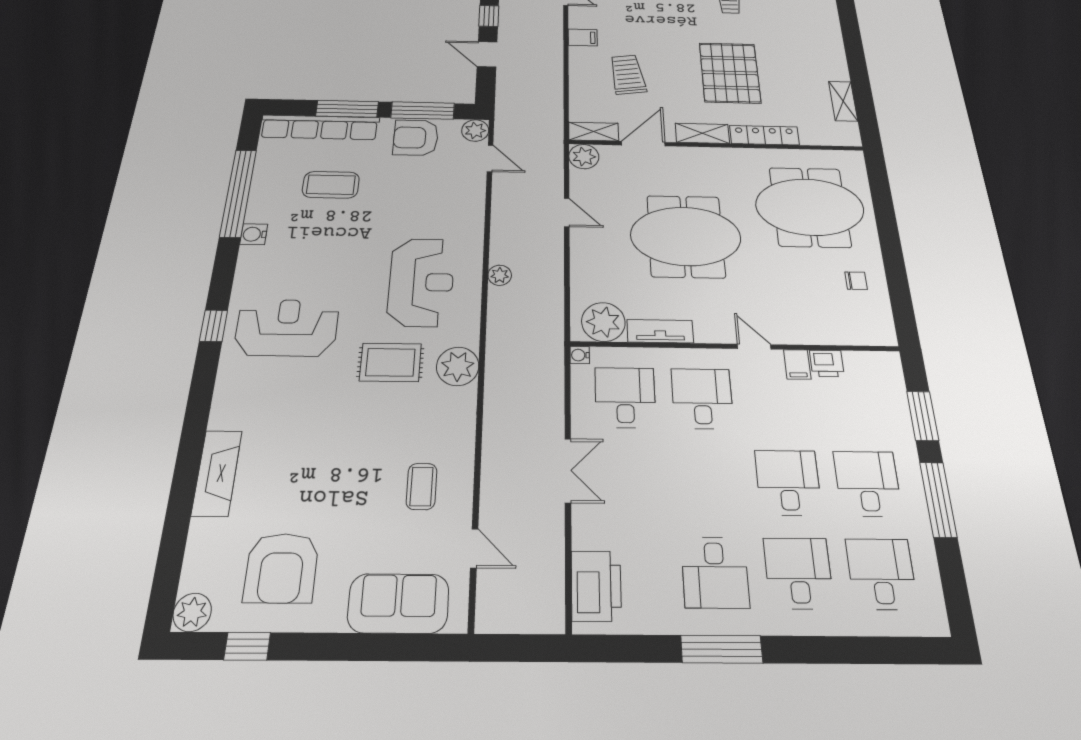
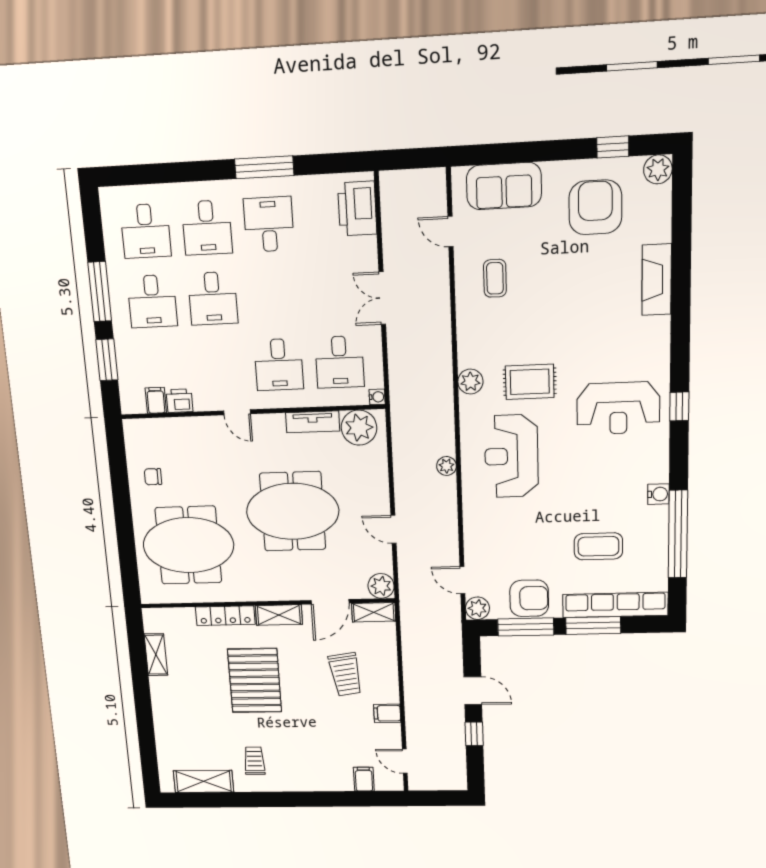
filing cabinet: (797, 364) -> (156, 400), moved
plant: (458, 366) -> (470, 382), width x0.73, depth x0.73

